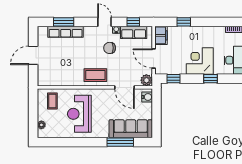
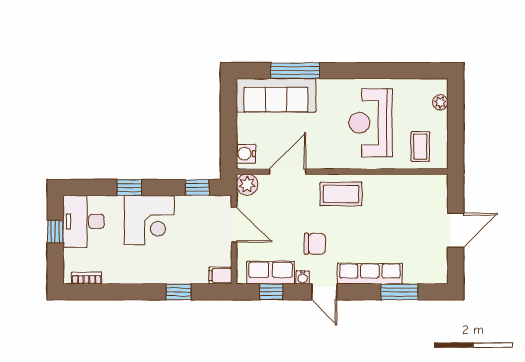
row of seats: (66, 32) -> (370, 274), moved
filing cabinet: (161, 35) -> (220, 276), width x0.50
door: (124, 87) -> (288, 172), hinge flipped
reception desk: (79, 114) -> (370, 123), turned 180

